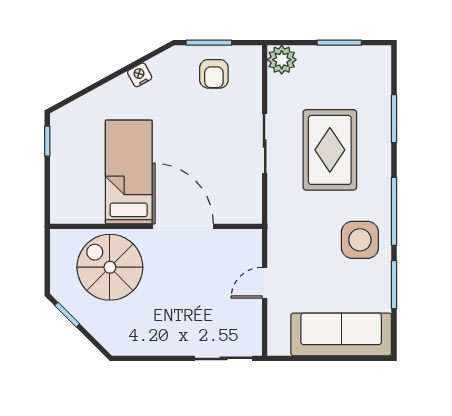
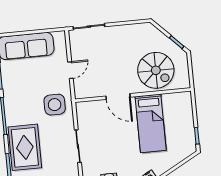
rug: (330, 150) -> (25, 147), moved
door: (183, 226) -> (118, 97), width x0.73
side table: (360, 240) -> (55, 105), moved

